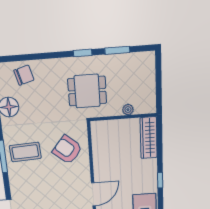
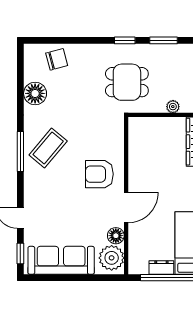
armchair: (67, 150) -> (99, 174), moved, turned -40
coffee table: (25, 152) -> (48, 148), turned -47

